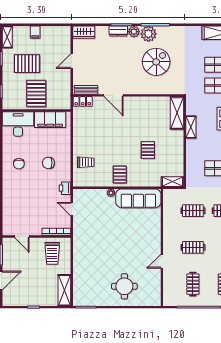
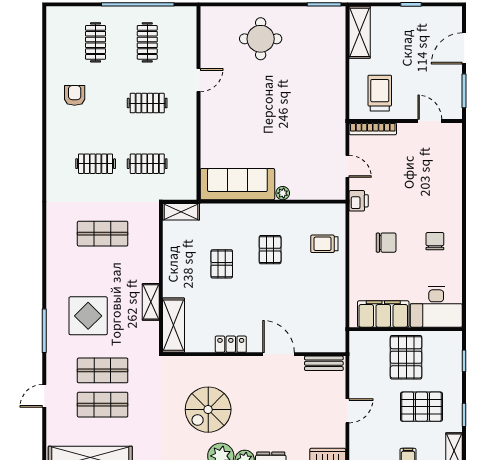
locker: (83, 101) -> (231, 344), moved
pallet: (120, 175) -> (270, 250), moved

